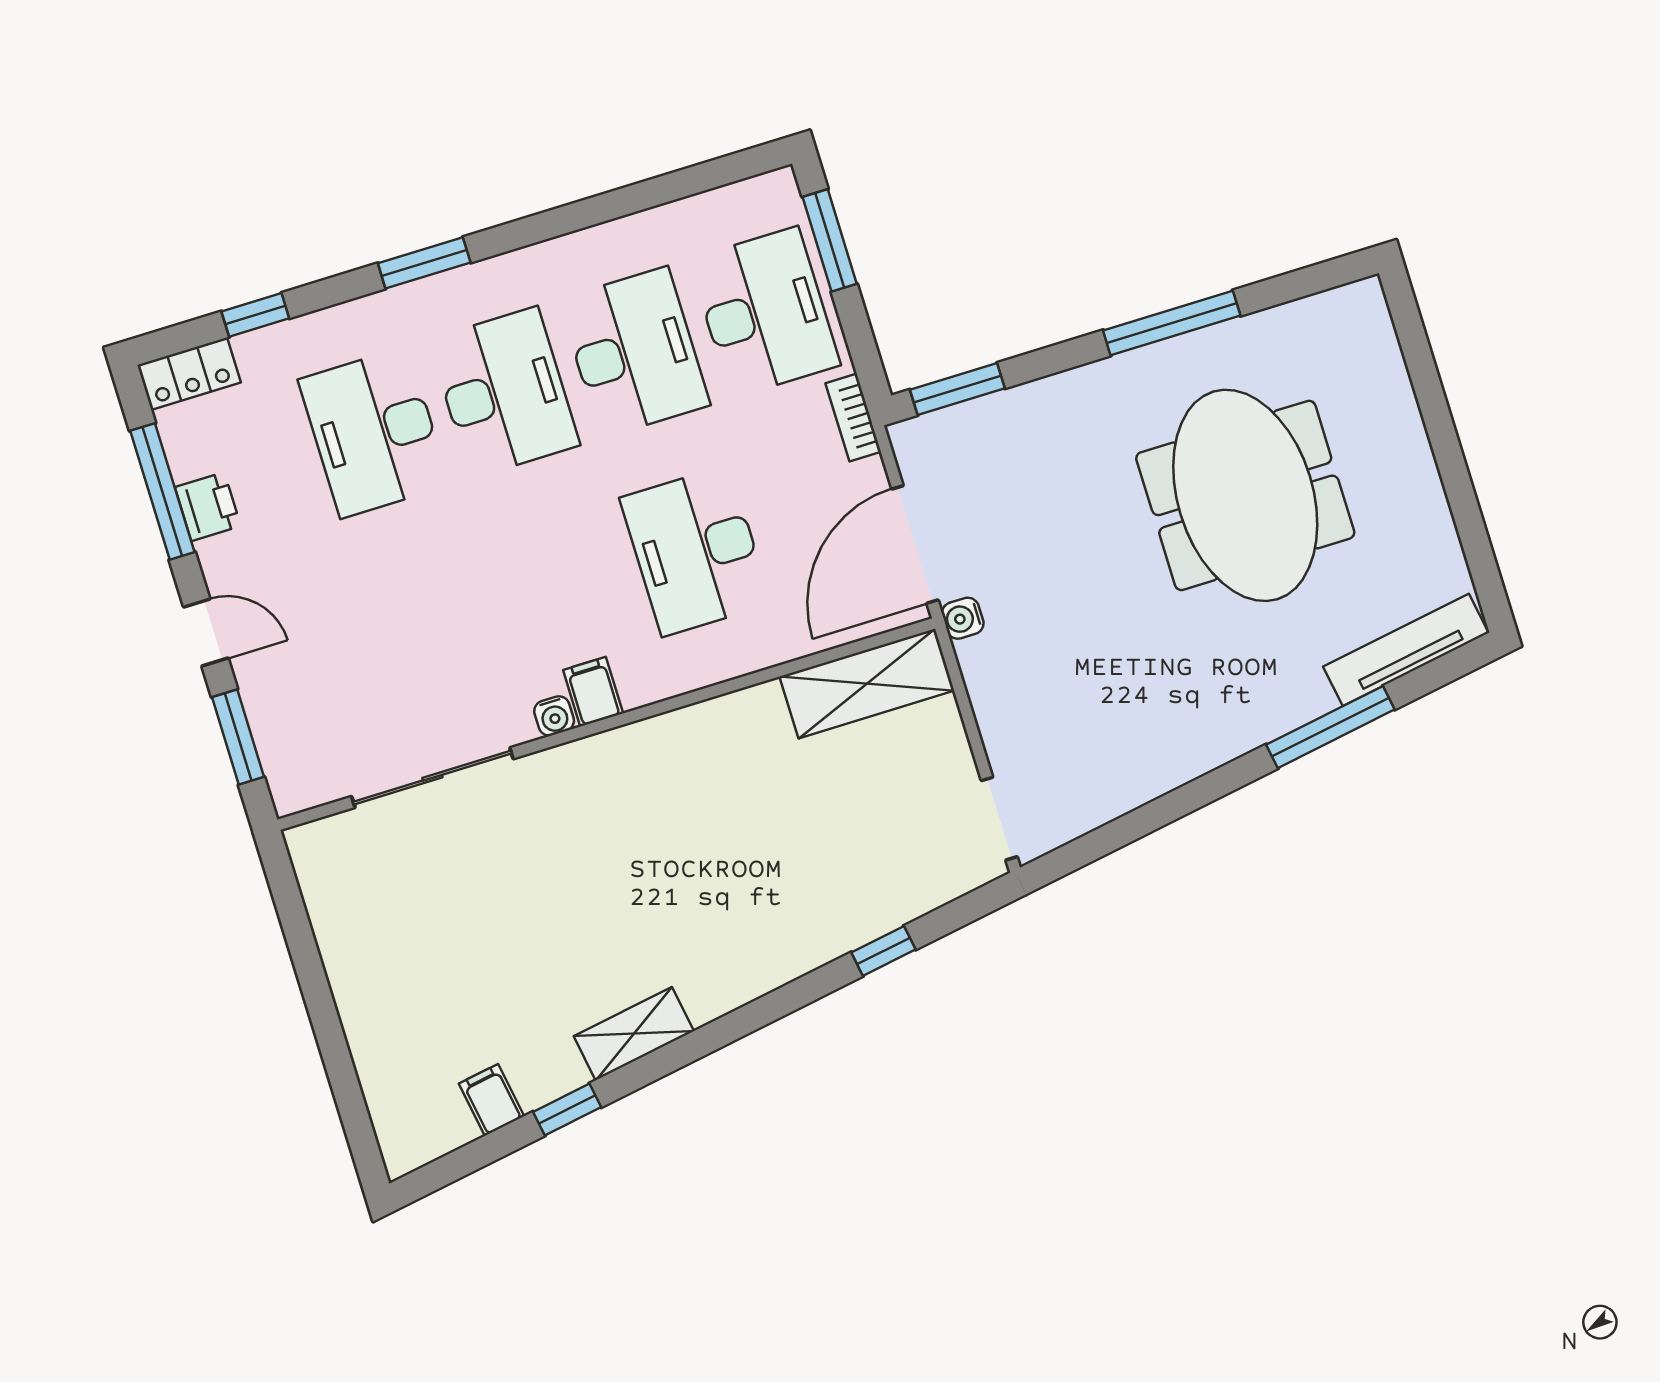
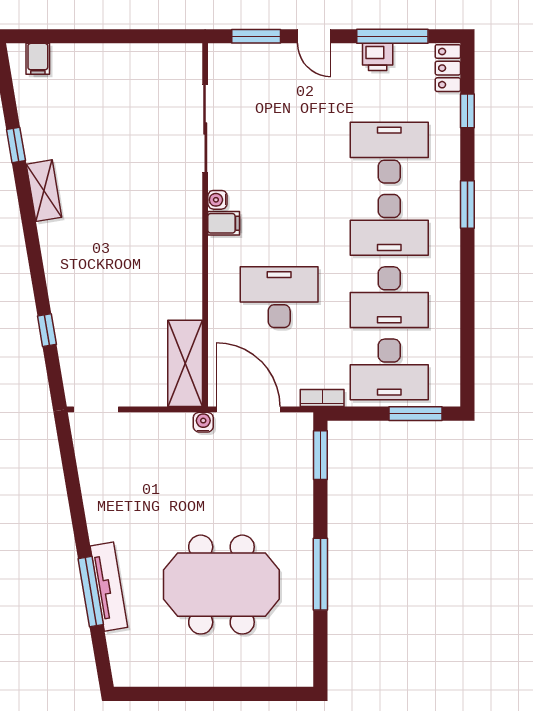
door: (206, 633) -> (314, 36), hinge flipped
tv unit: (1406, 650) -> (109, 587), moved
filing cabinet: (492, 1100) -> (38, 59), moved, turned 100

